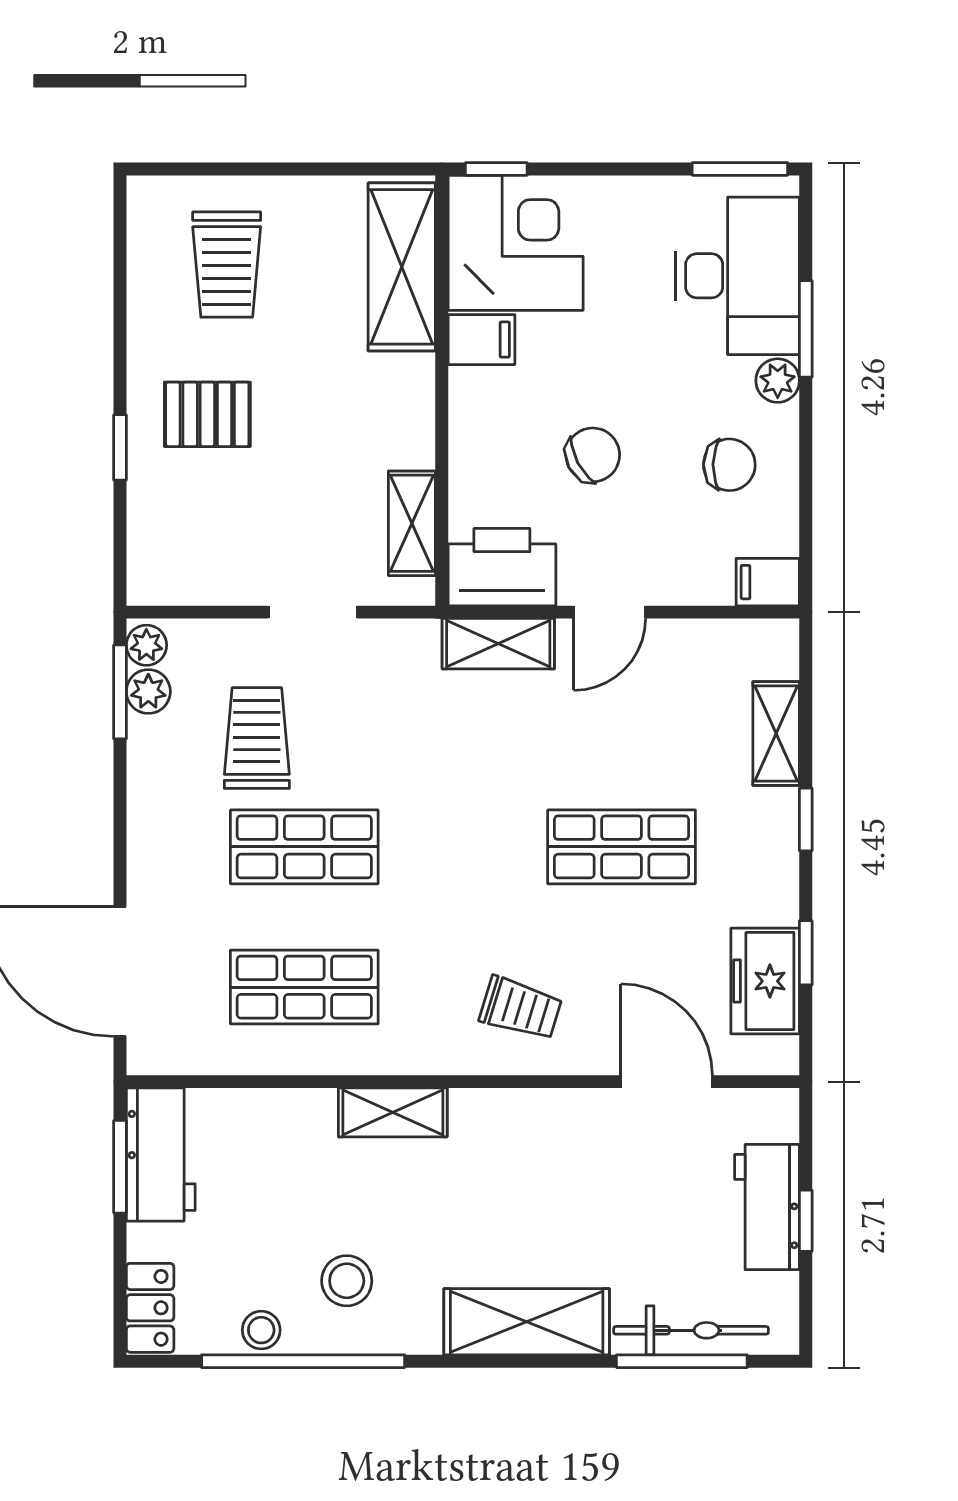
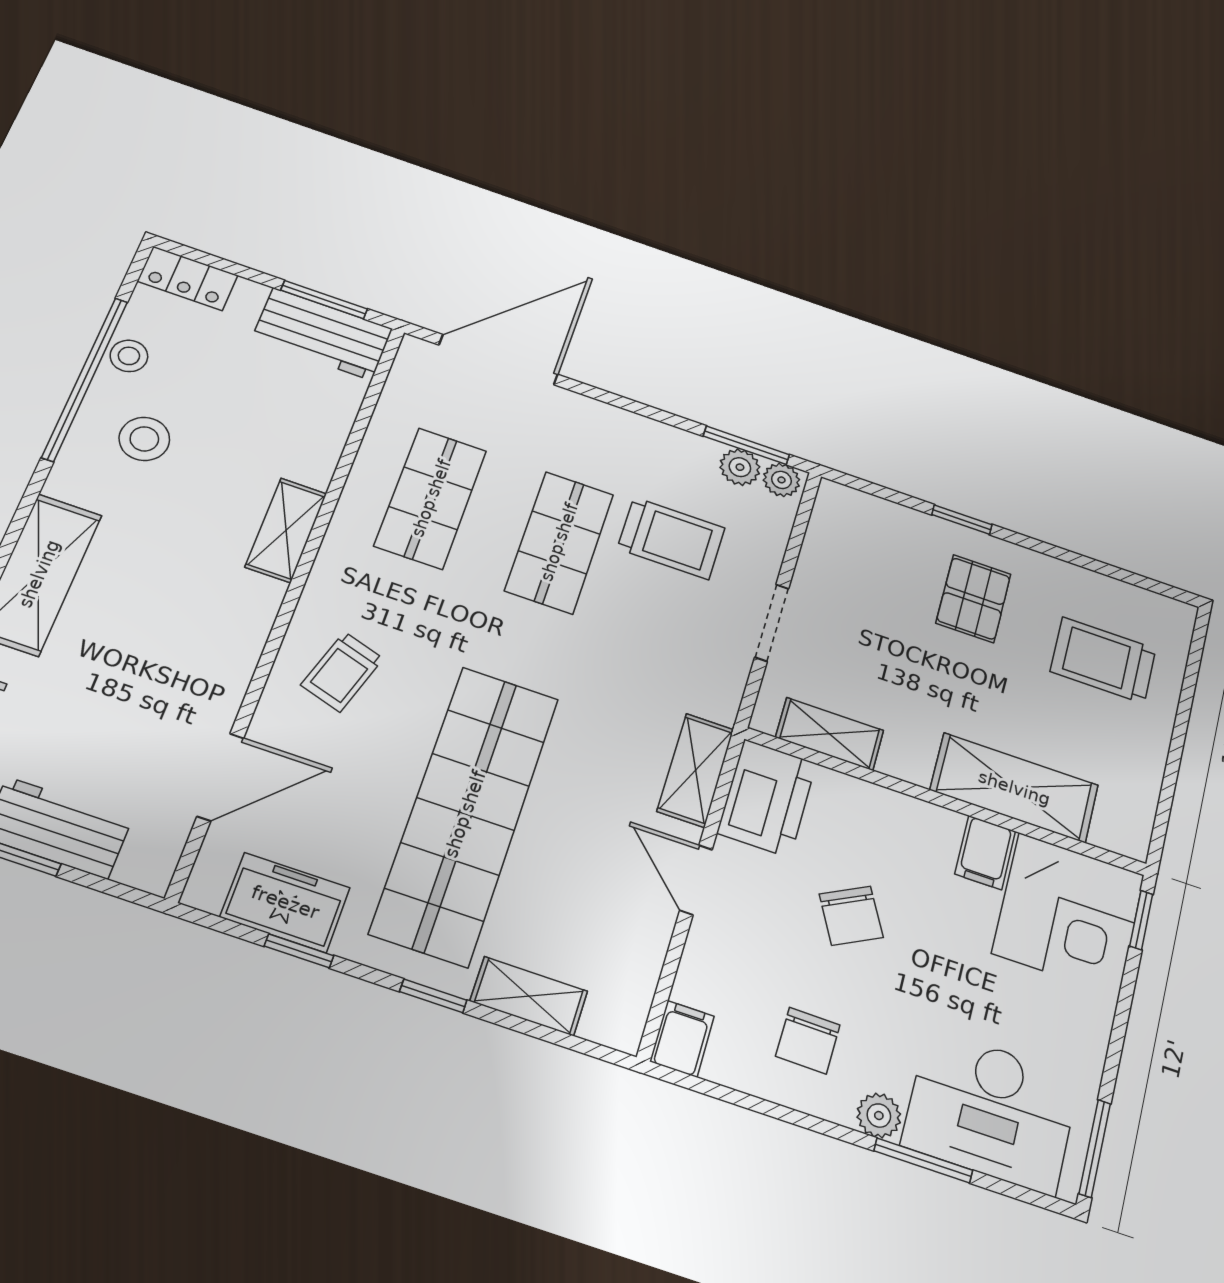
shelving: (402, 267) -> (1014, 788), moved
shop shelf: (621, 847) -> (465, 814), width x2.00, depth x1.36

